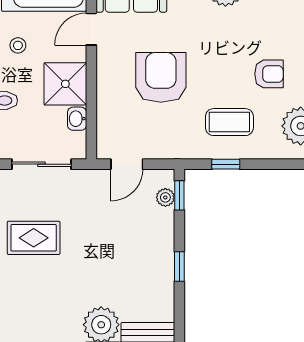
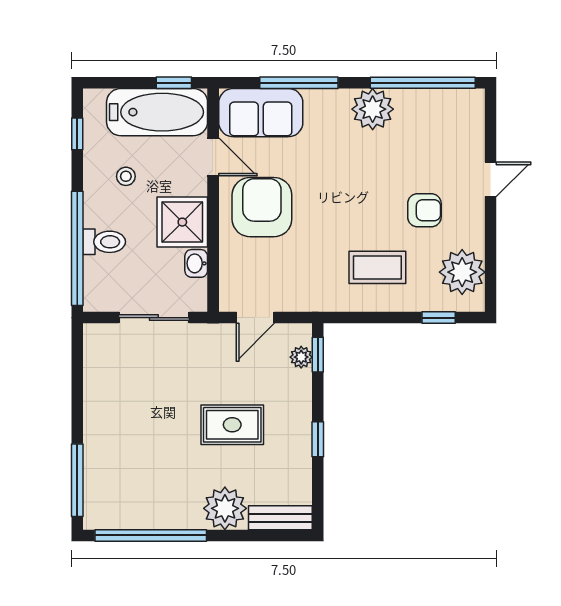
door: (91, 29) -> (213, 157), swing flipped
armchair: (161, 77) -> (262, 207), moved
window: (226, 164) -> (439, 318), moved
rug: (34, 238) -> (232, 425), moved

